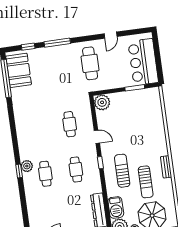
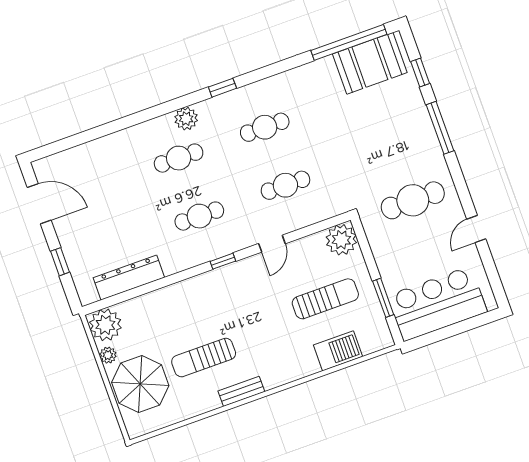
door: (111, 35) -> (476, 229), hinge flipped
cafe table: (39, 128) -> (265, 127), added
window: (19, 171) -> (222, 88), moved
sun lounger: (122, 171) -> (325, 299), moved
barbecue: (116, 207) -> (338, 351), moved, turned 180

